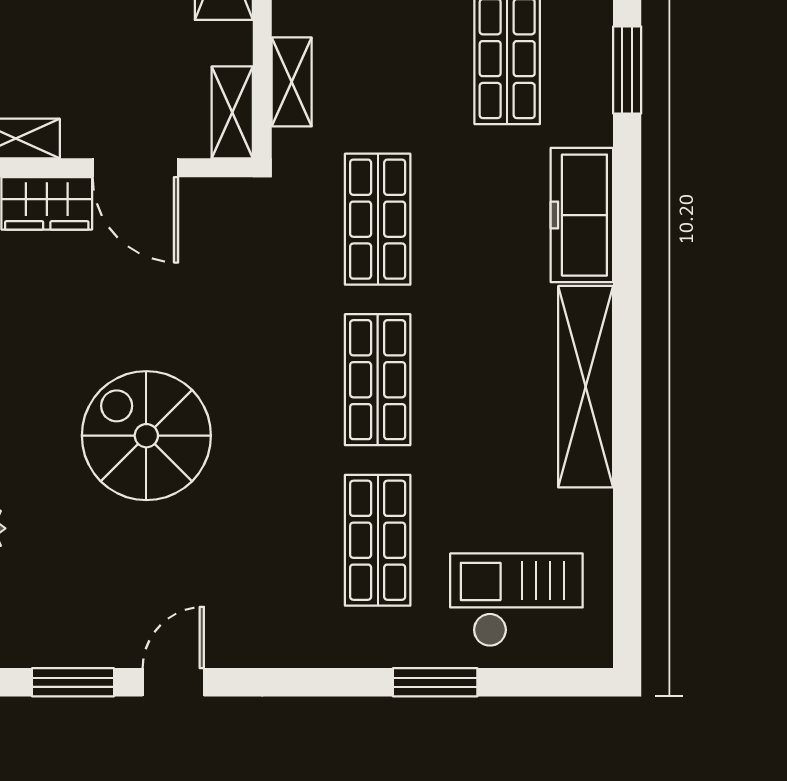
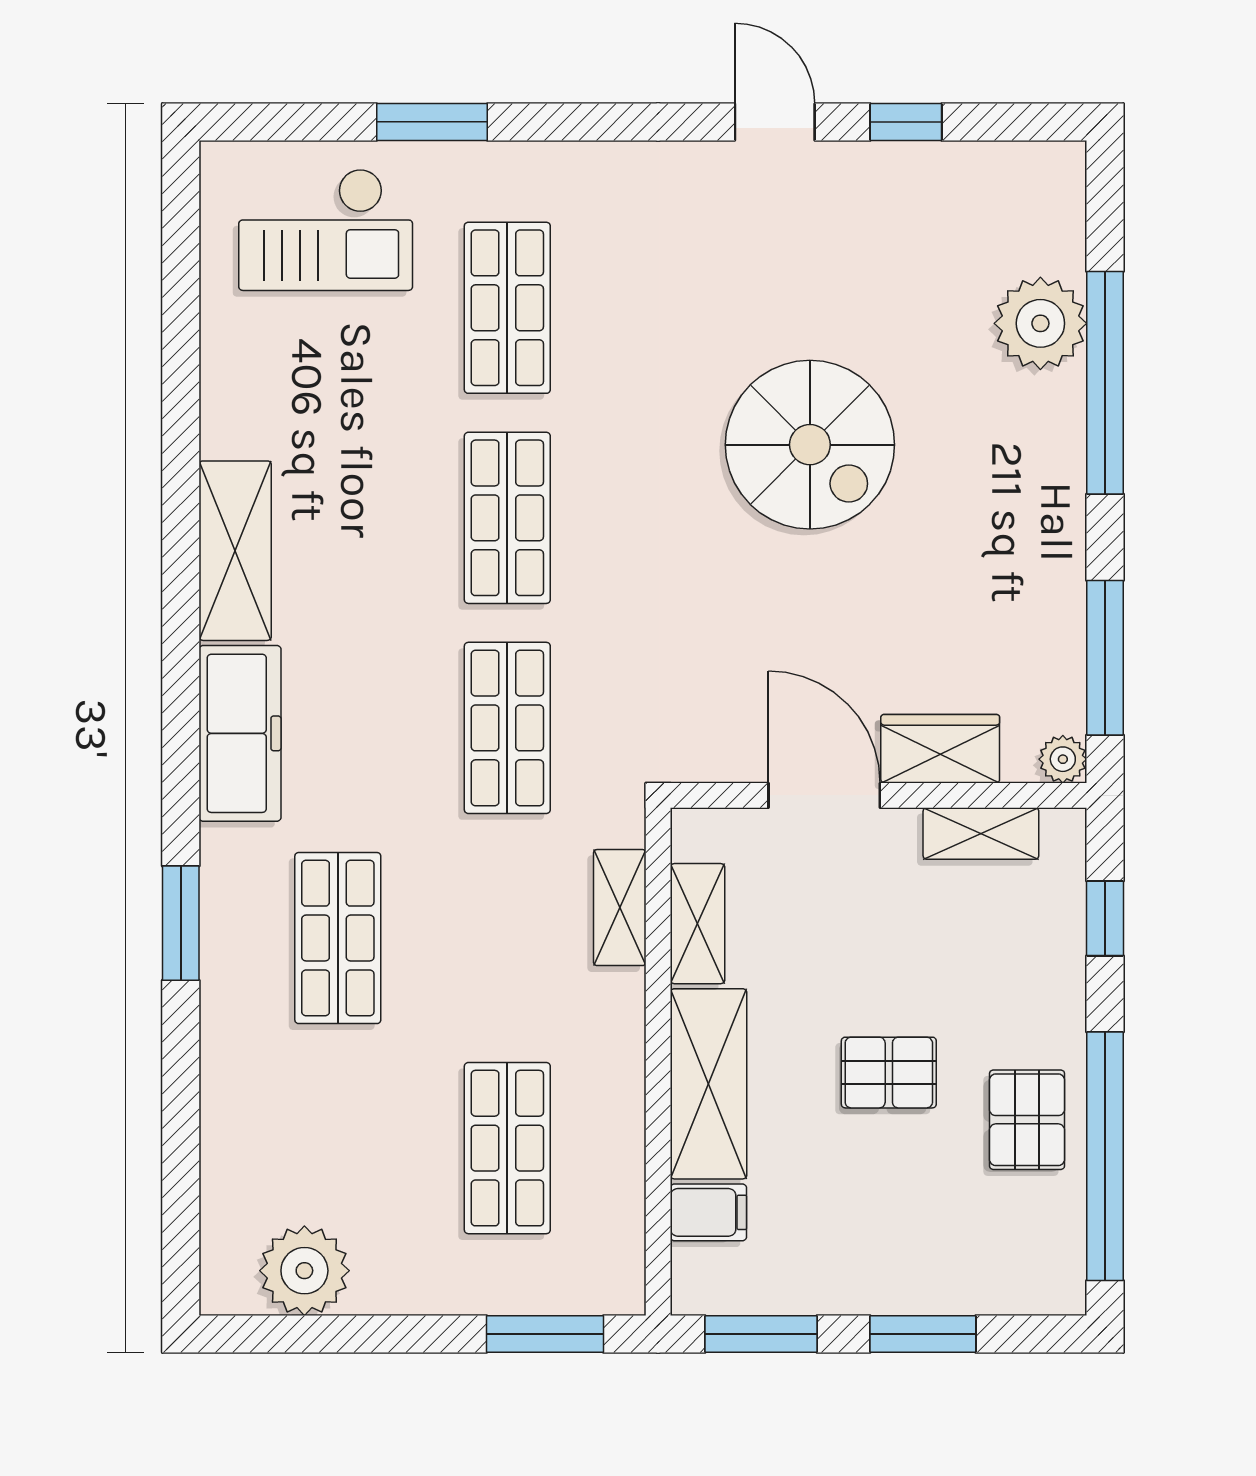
shelving: (232, 112) -> (698, 924), moved
shelving: (586, 387) -> (235, 551), width x0.68
window: (73, 682) -> (906, 122), width x0.67
door: (173, 682) -> (775, 122), swing flipped

